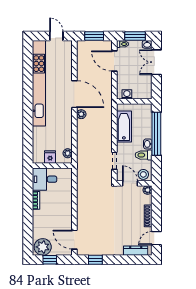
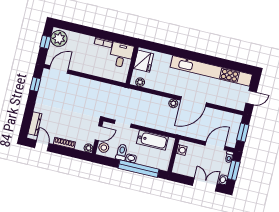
fridge: (50, 157) -> (144, 61), width x1.88, depth x1.34

